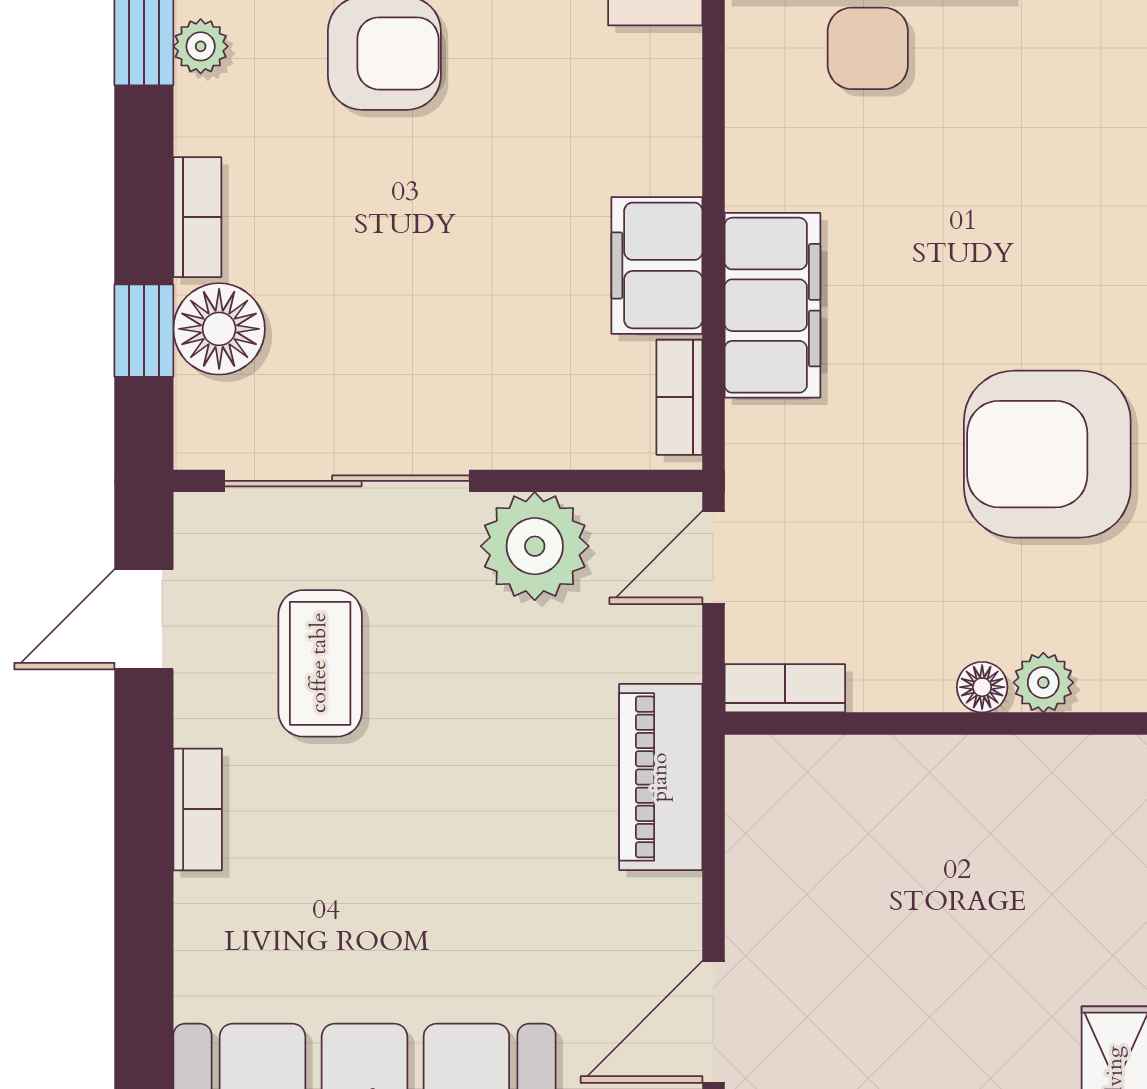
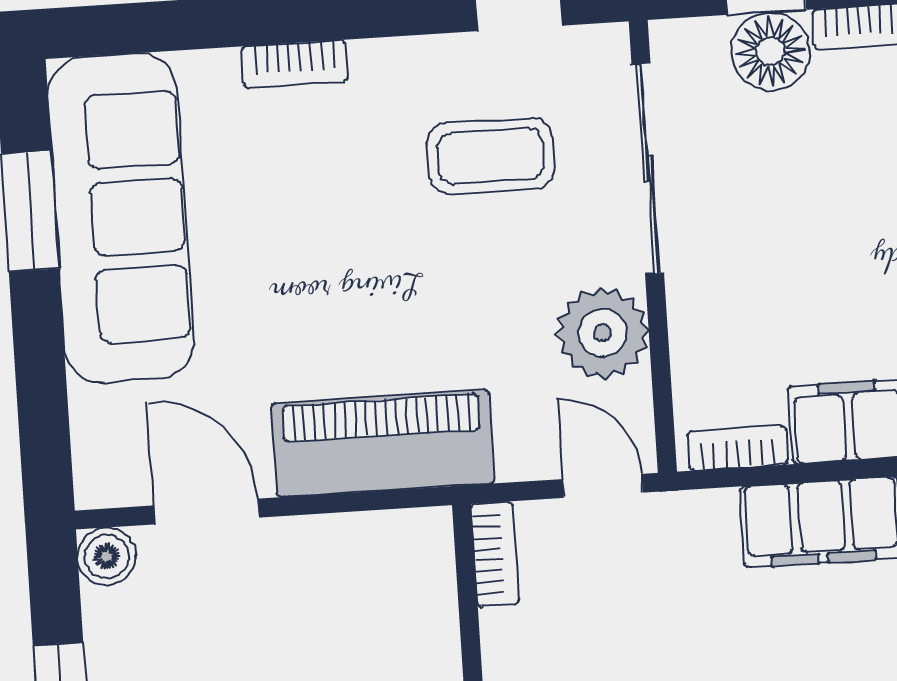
piano: (661, 777) -> (383, 443), width x1.37, depth x1.33
bookcase: (198, 809) -> (295, 64), moved

